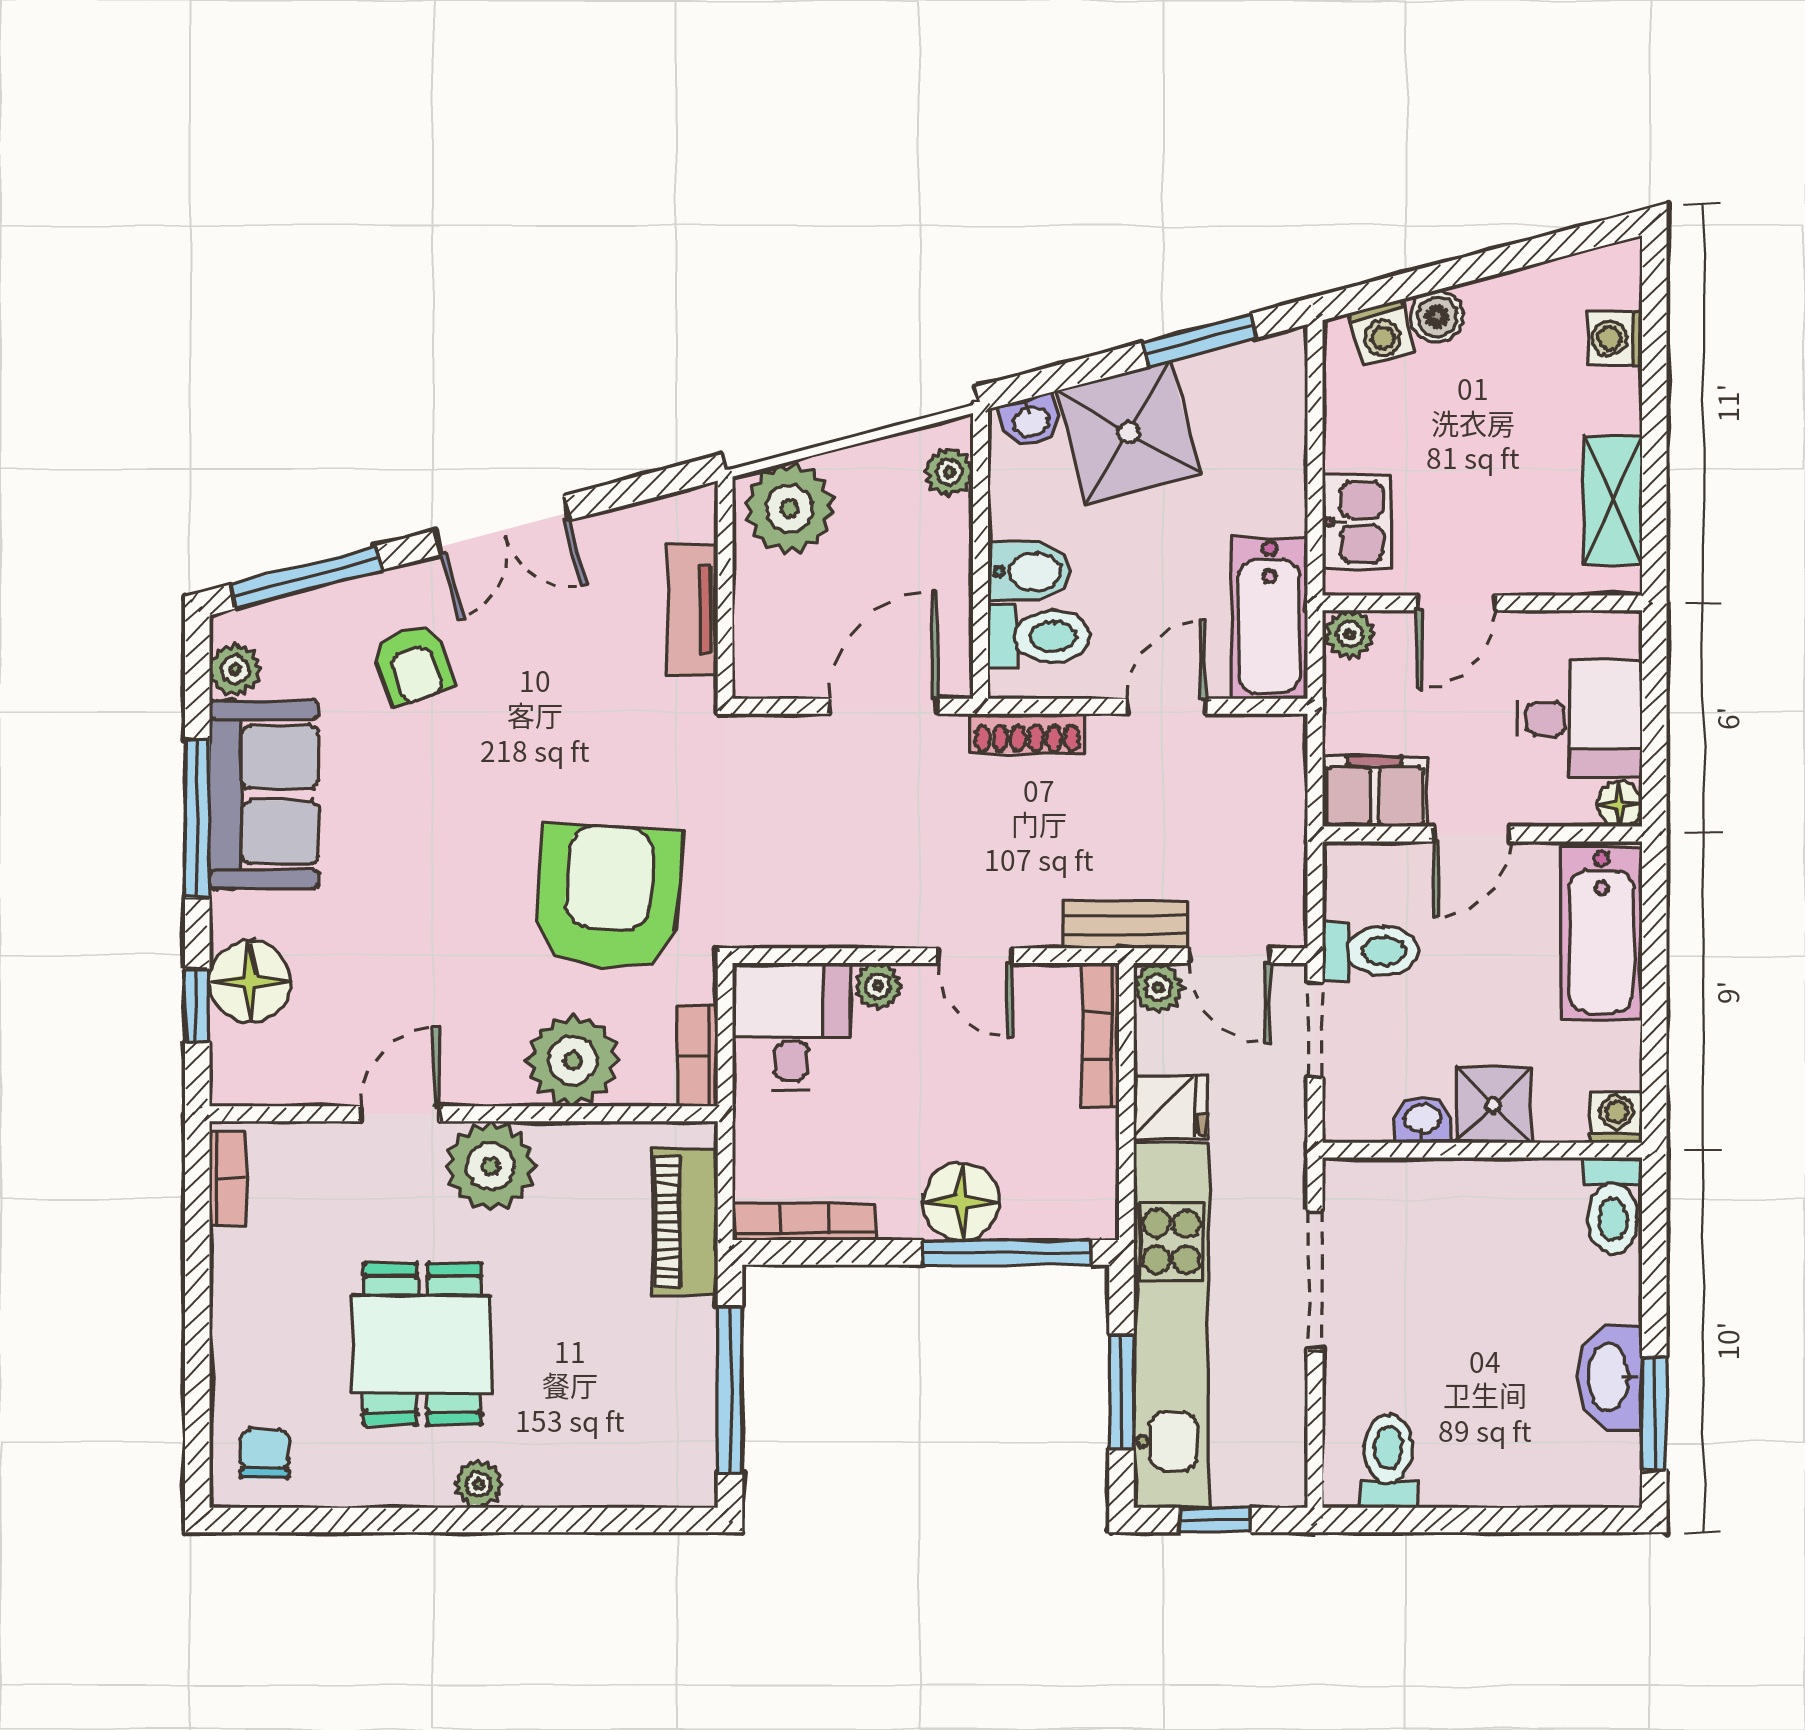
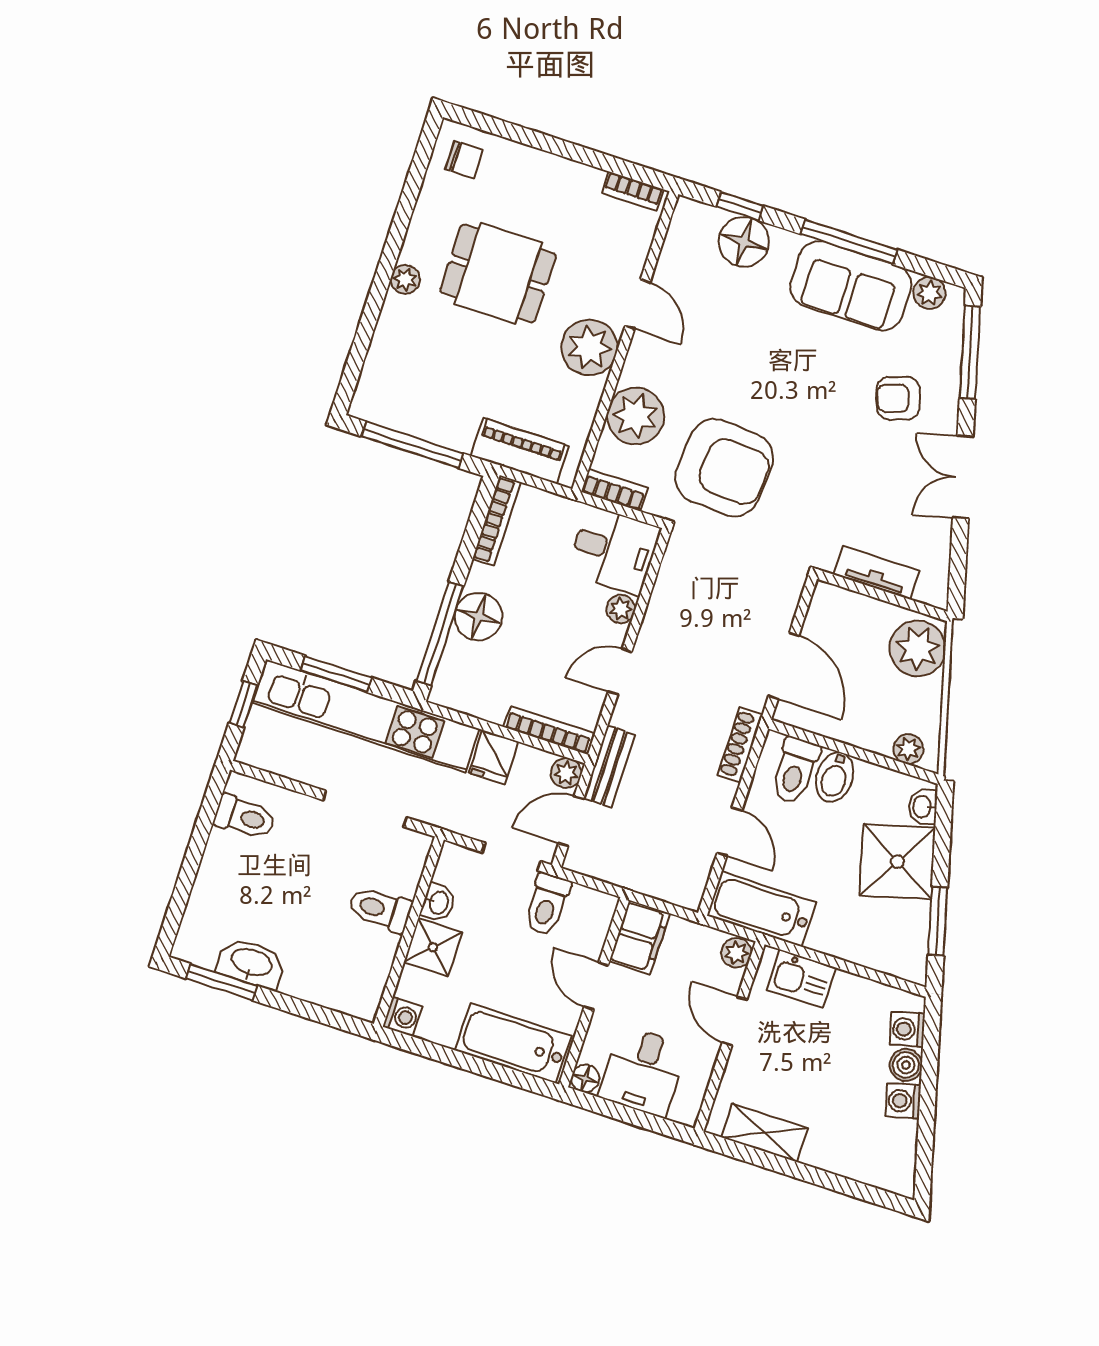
washing machine: (1615, 338) -> (903, 1101), moved, turned -105
toilet: (1613, 1206) -> (380, 909), moved

